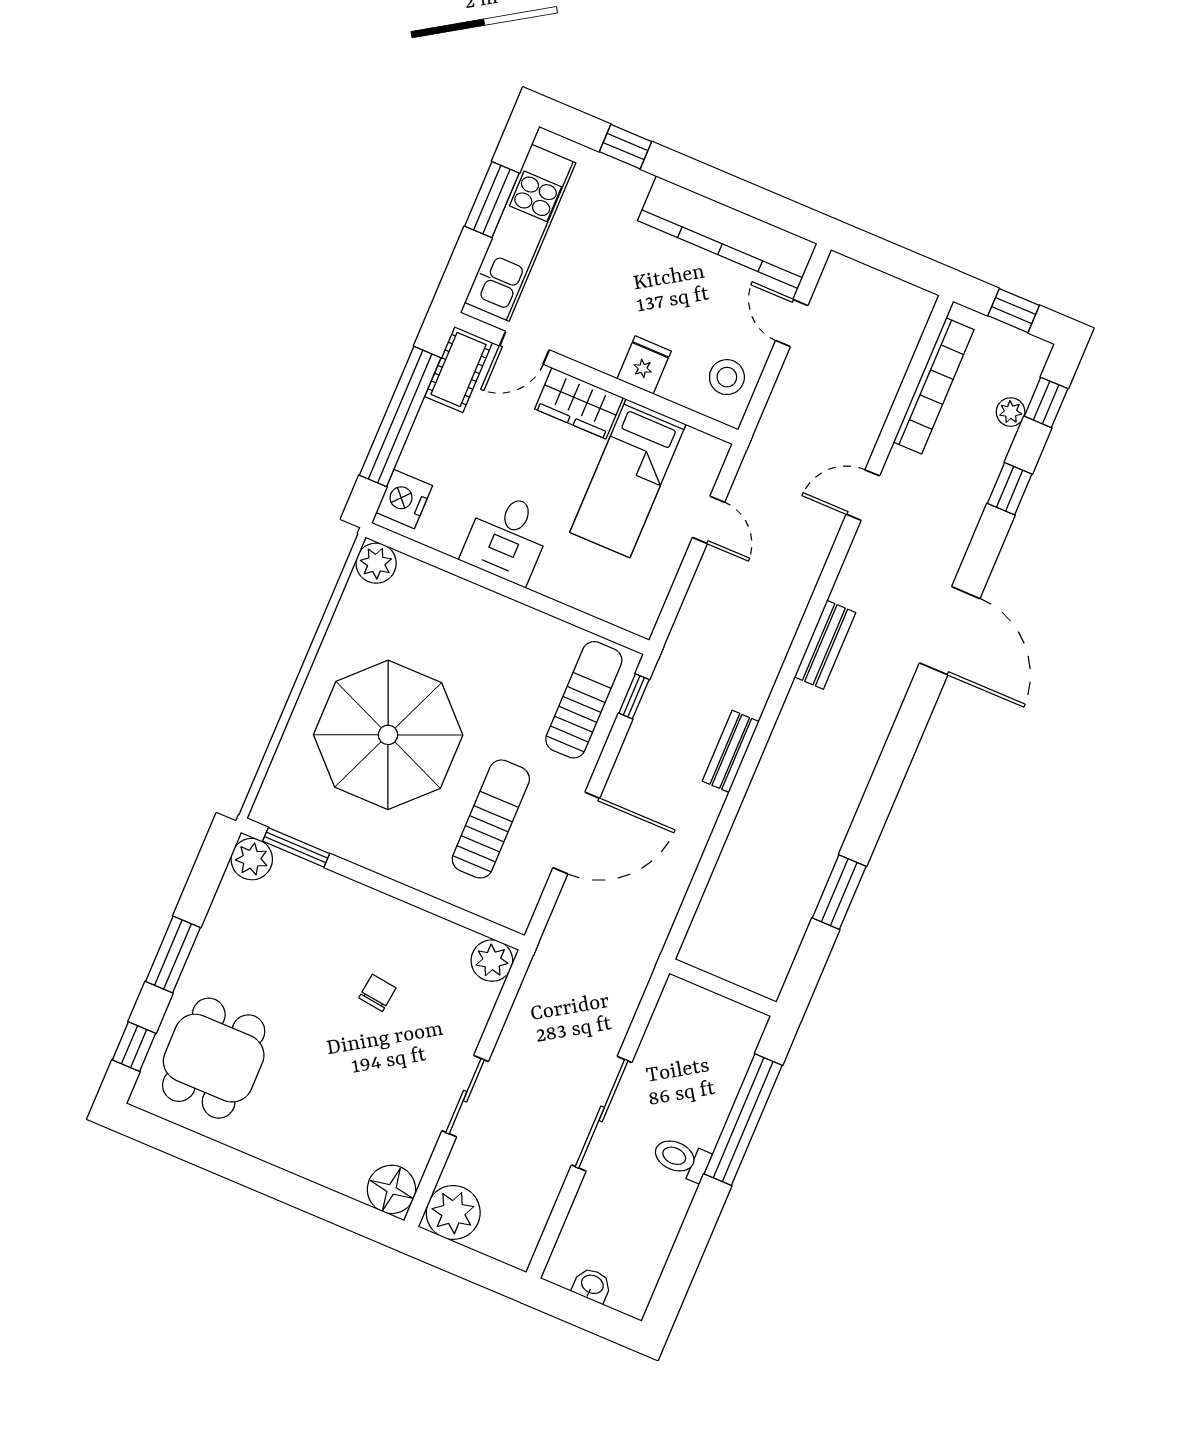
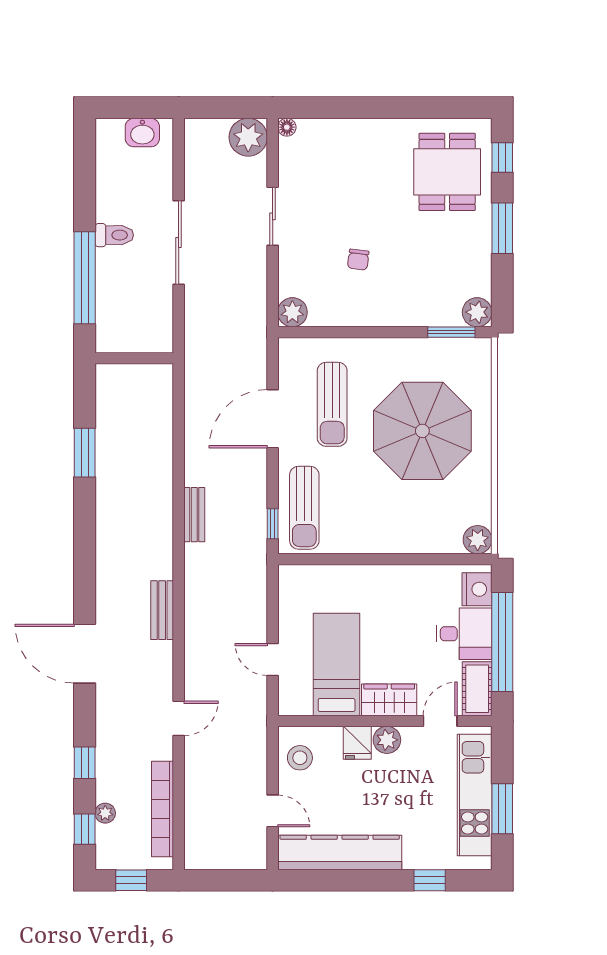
plant: (604, 353) -> (387, 740), added
desk: (507, 538) -> (464, 634), moved, turned 90
floor lamp: (391, 1189) -> (287, 127), width x0.53, depth x0.53
washbasin: (592, 1285) -> (142, 133), width x1.38, depth x1.45

